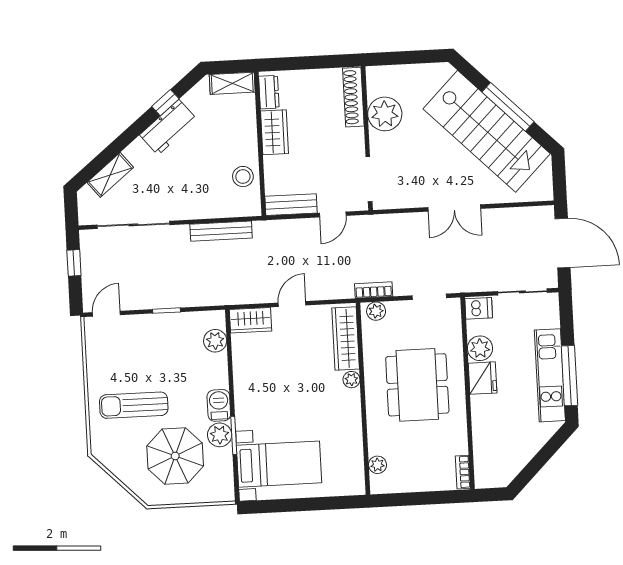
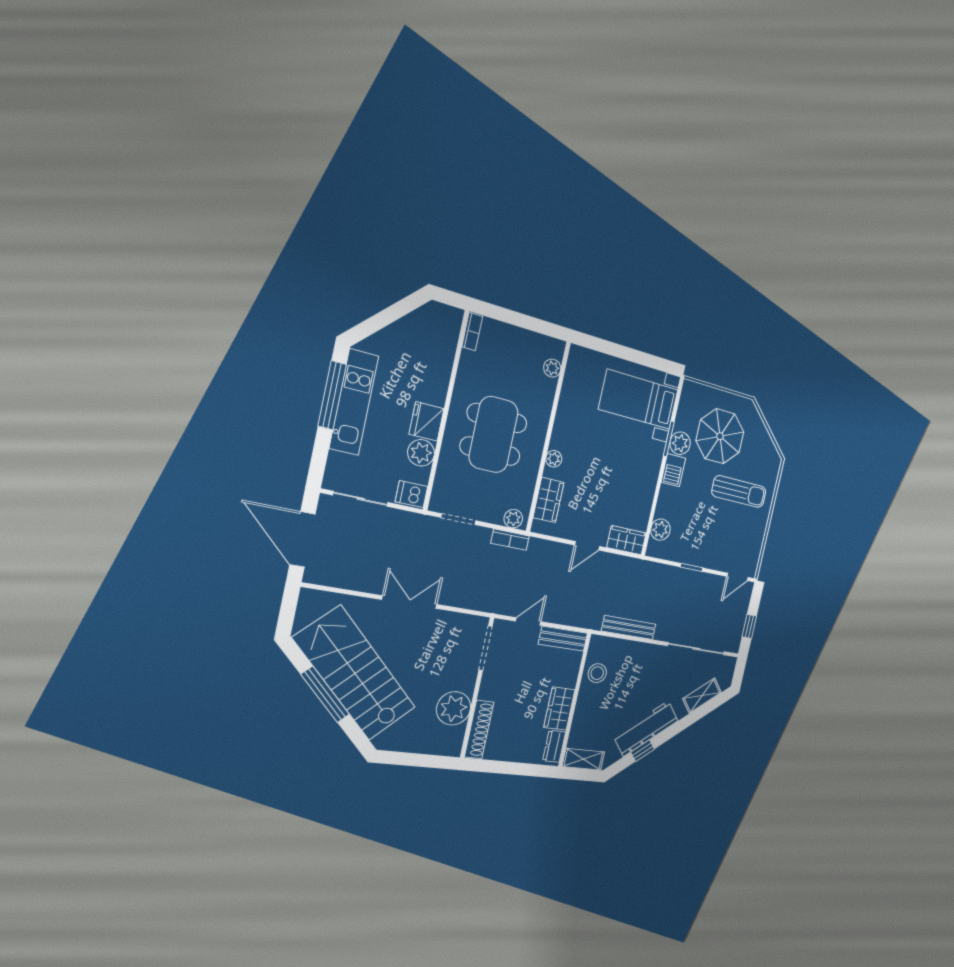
workbench: (168, 127) -> (646, 729), width x1.37
wardrobe: (346, 338) -> (548, 500), width x0.67

